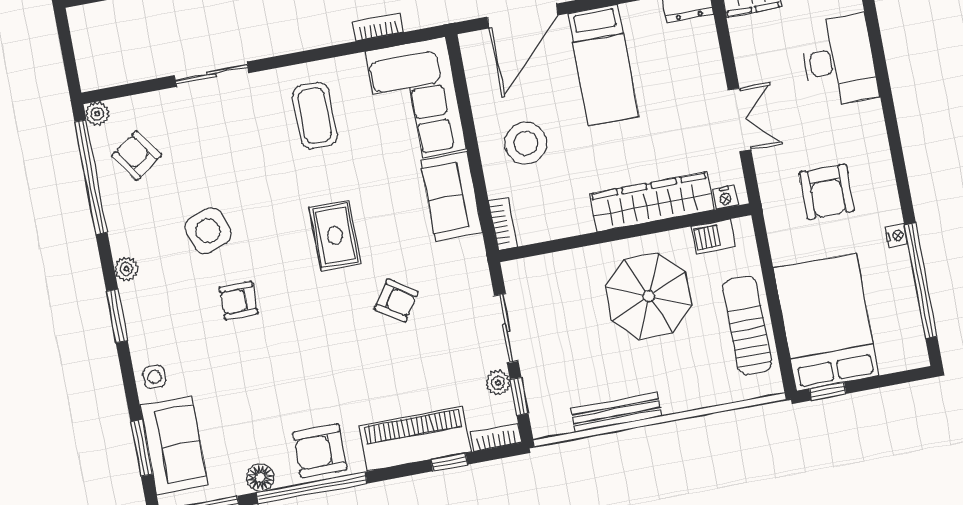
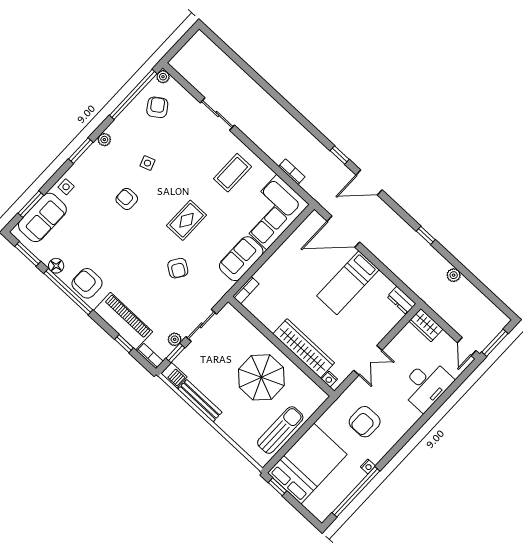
stool: (526, 143) -> (289, 274), removed
side table: (208, 231) -> (147, 163), width x0.54, depth x0.54
barbecue: (713, 237) -> (174, 375), moved, turned 180

